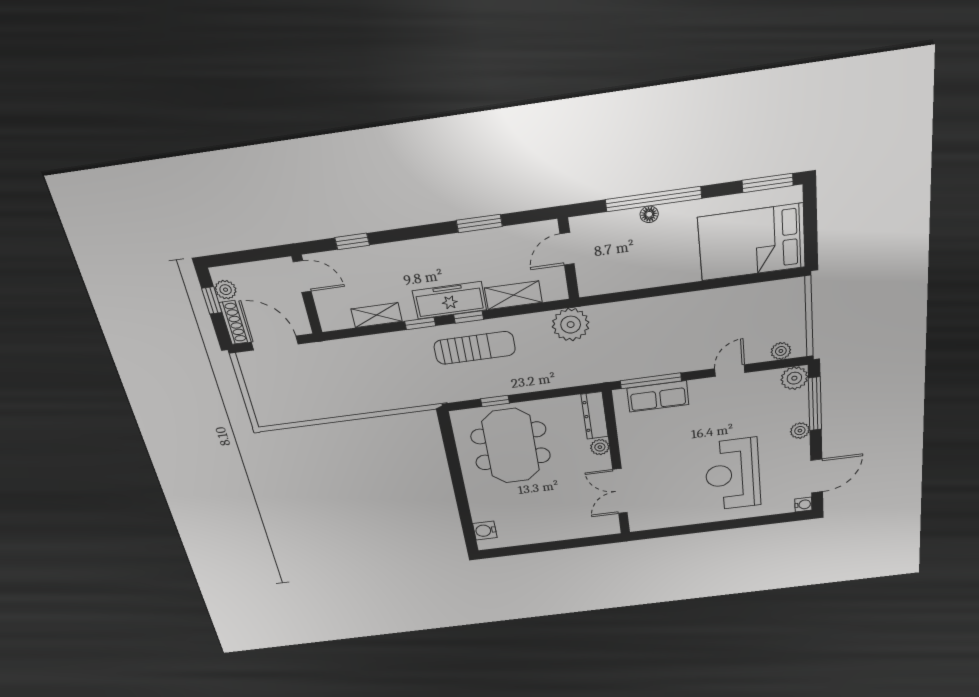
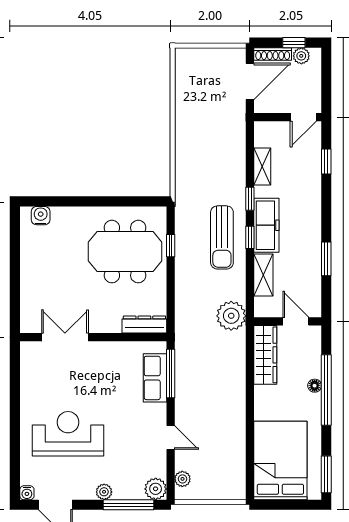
wardrobe: (615, 279) -> (265, 355), added
plant: (600, 447) -> (113, 325), removed

